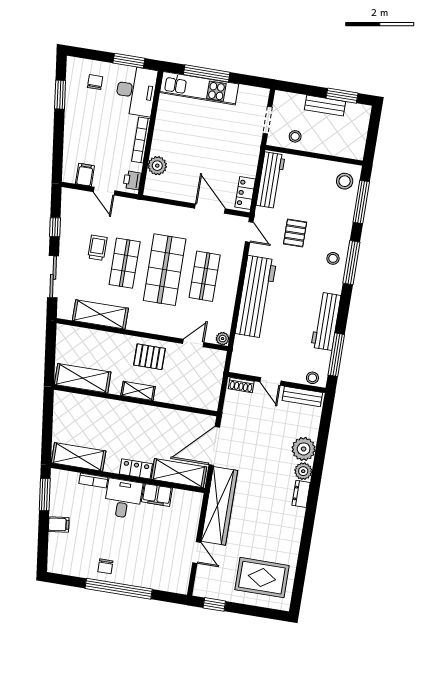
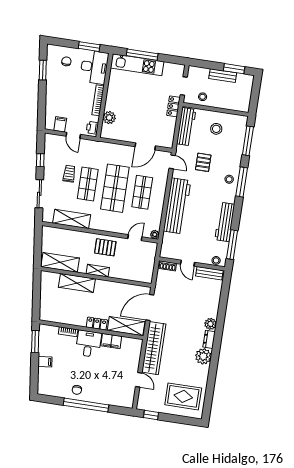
stool: (345, 181) -> (216, 129), moved
locker: (245, 193) -> (173, 106), moved
door: (210, 209) -> (145, 146), swing flipped
plant: (304, 449) -> (203, 356), moved
shelving: (79, 457) -> (77, 283), moved

